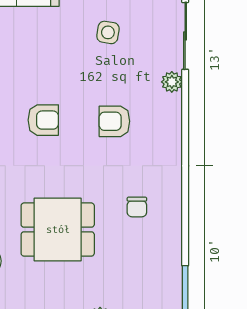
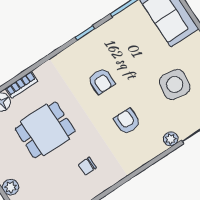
side table: (108, 32) -> (175, 85), width x1.87, depth x1.87
dining table: (58, 230) -> (45, 130), turned 90

